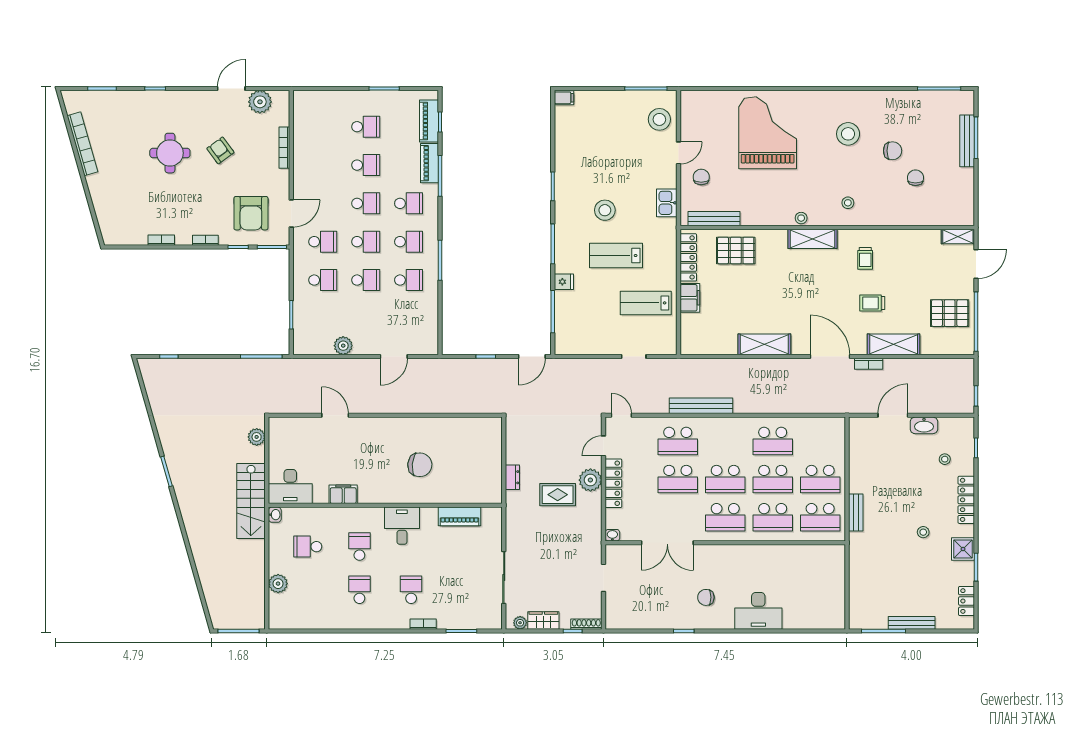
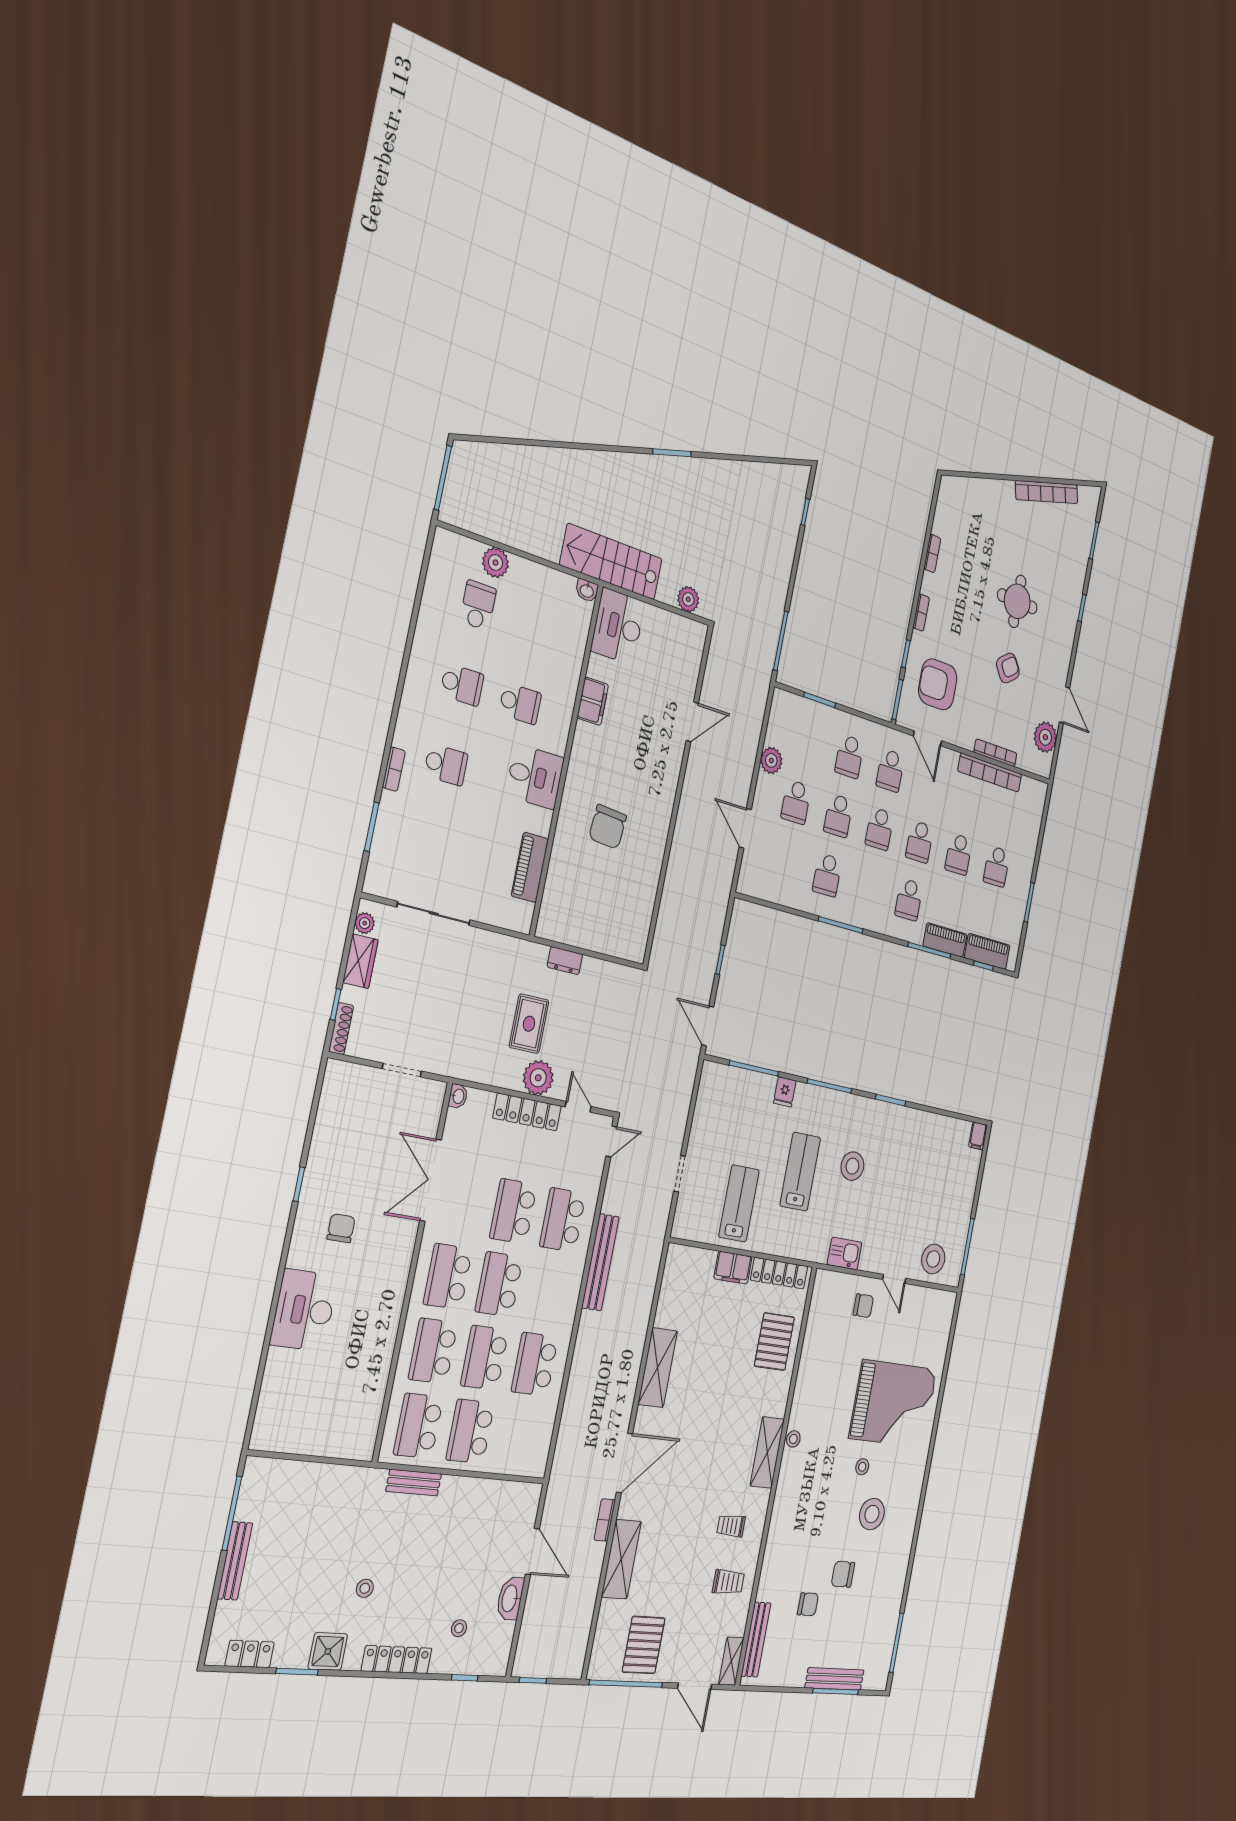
bookcase: (300, 150) -> (990, 773), added
chair: (893, 151) -> (843, 1574), turned 90
stool: (848, 203) -> (862, 1467), moved
bench: (714, 219) -> (756, 1640), moved
school desk: (409, 242) -> (796, 802), moved
trolley: (872, 303) -> (728, 1582), moved, turned 90
school desk: (308, 547) -> (478, 605), moved

